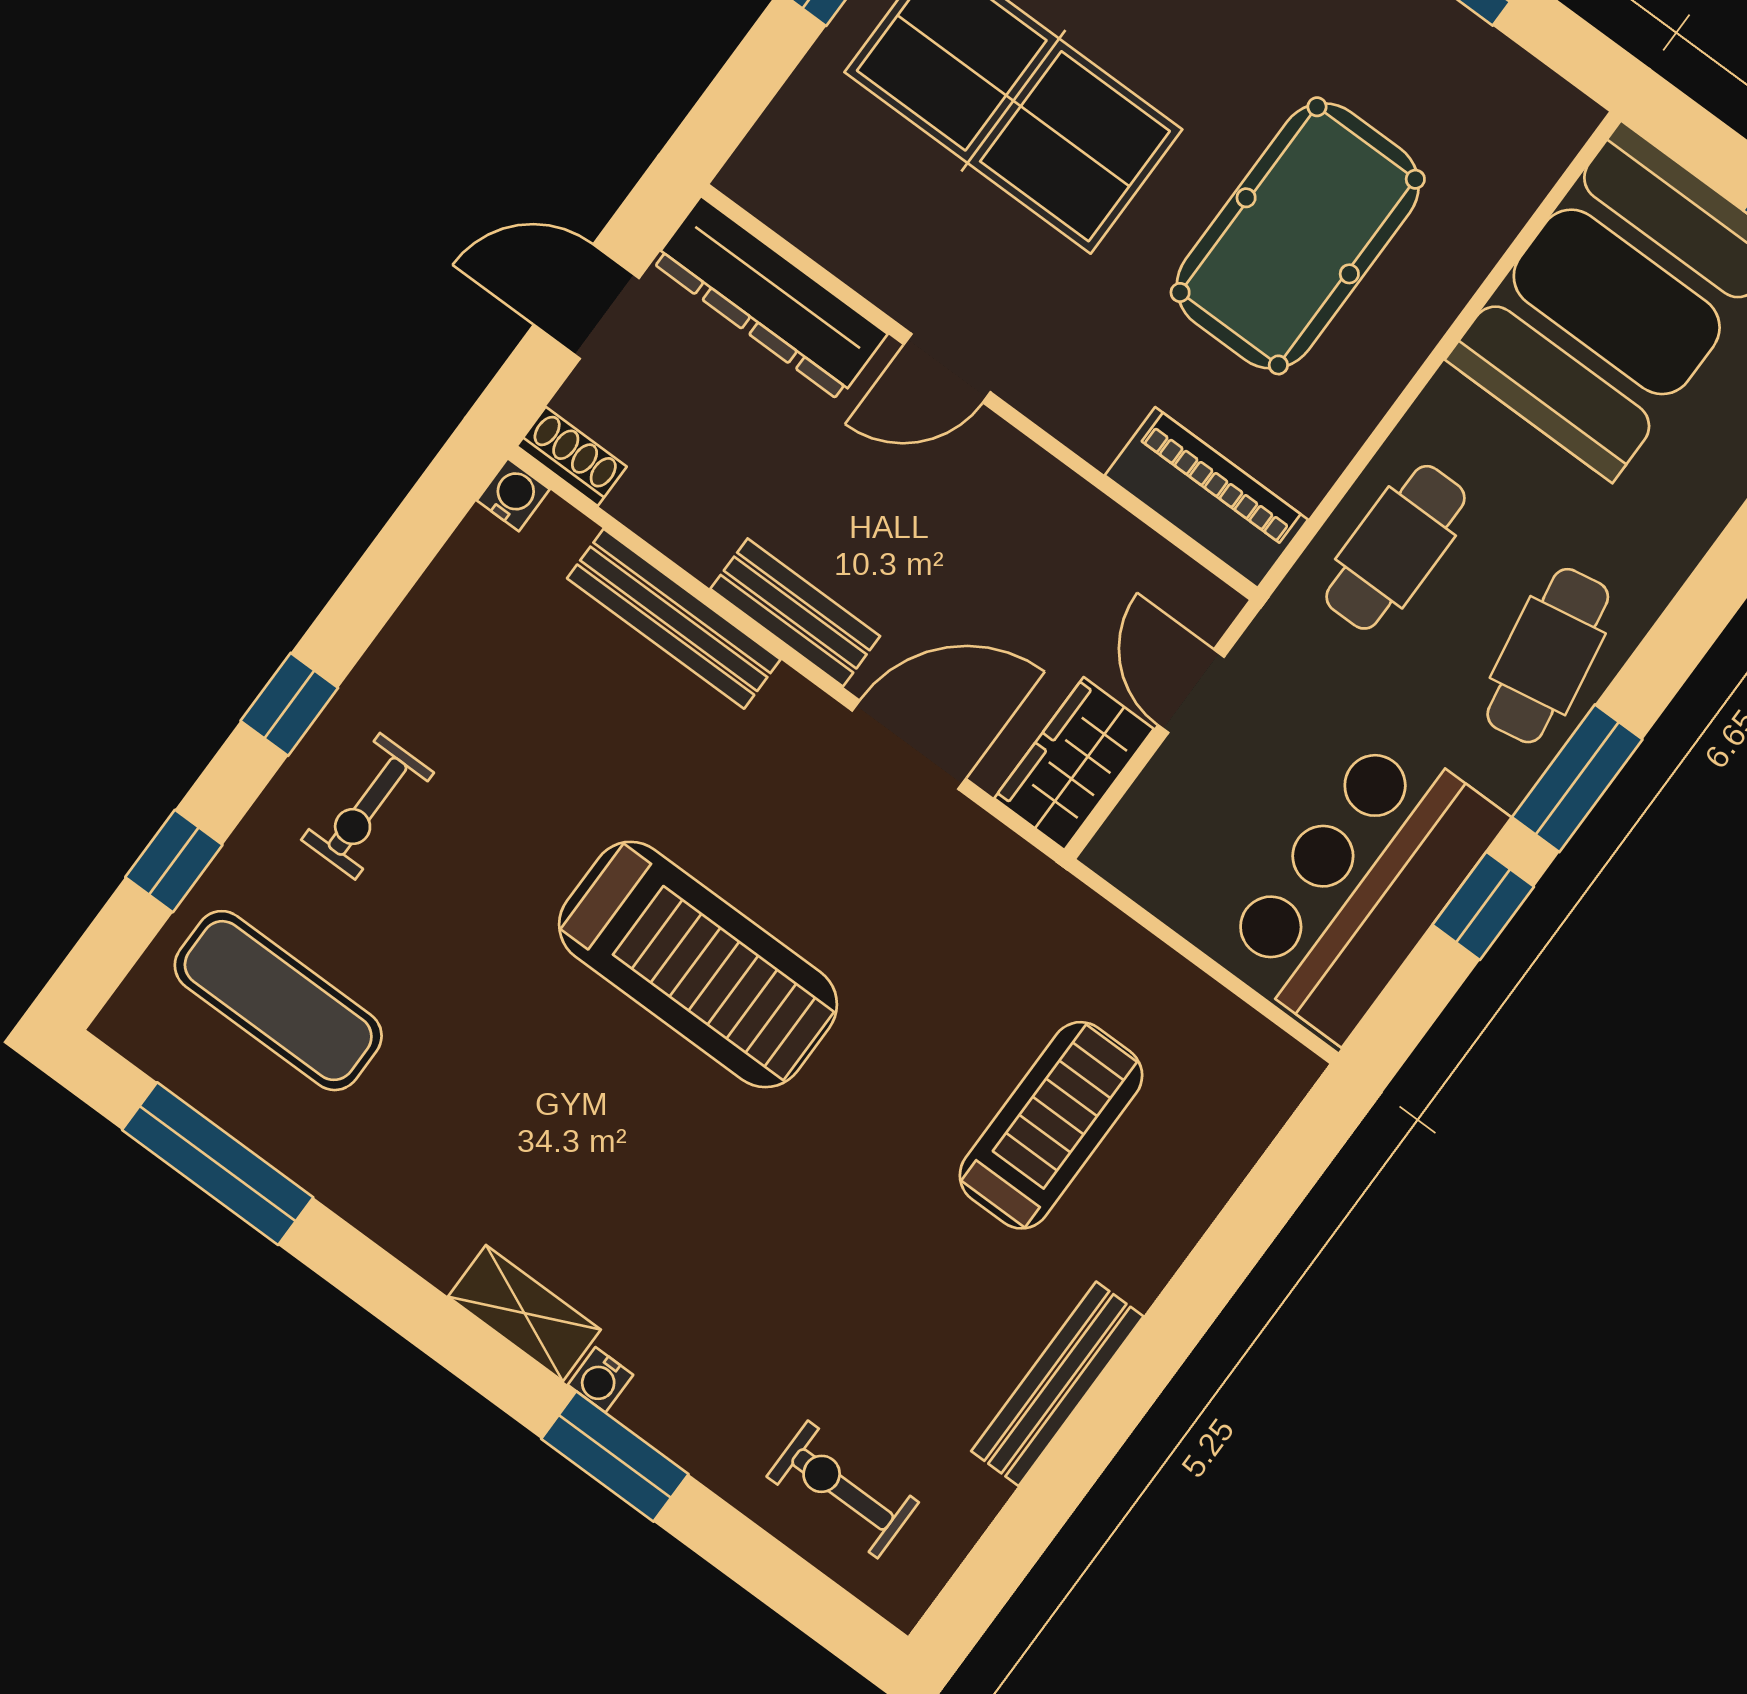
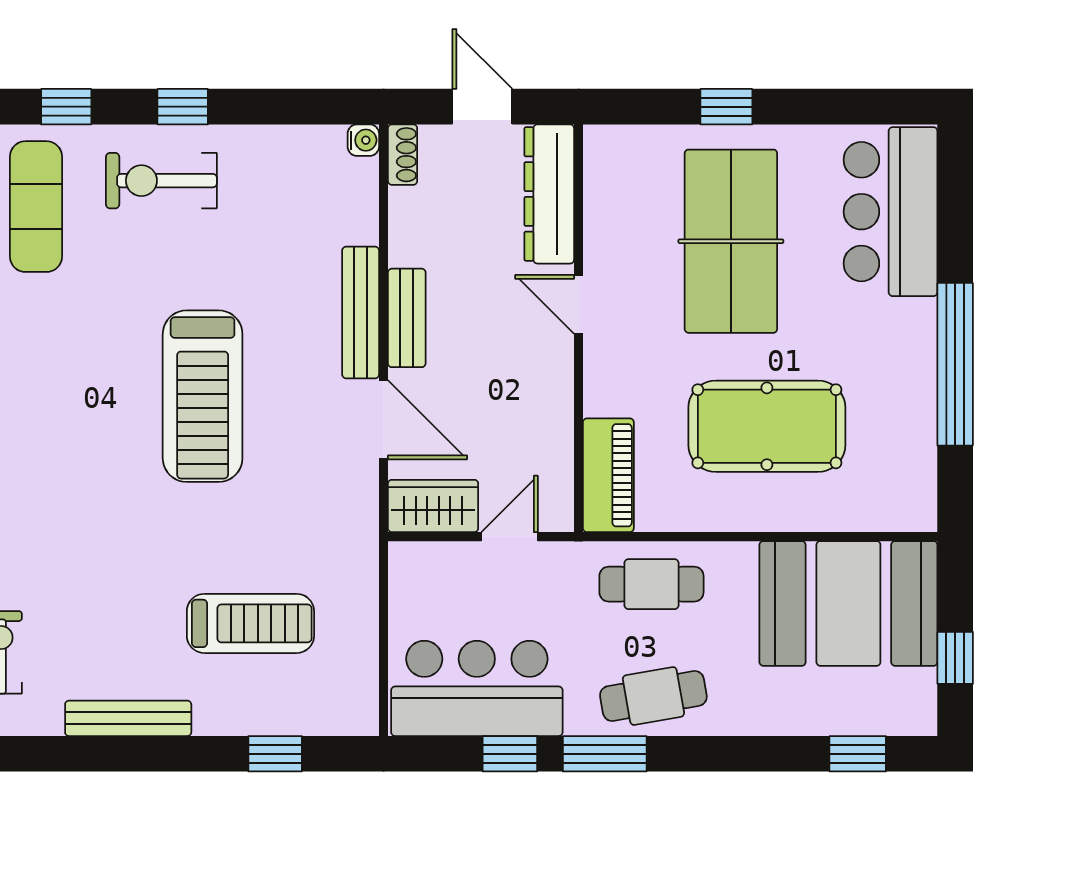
bench: (674, 619) -> (361, 312), moved
exercise bike: (368, 806) -> (161, 181), width x1.38, depth x1.39
window: (1251, 1221) -> (275, 754), added

